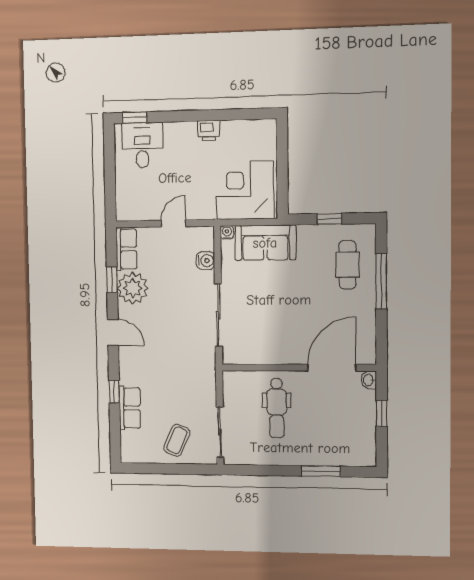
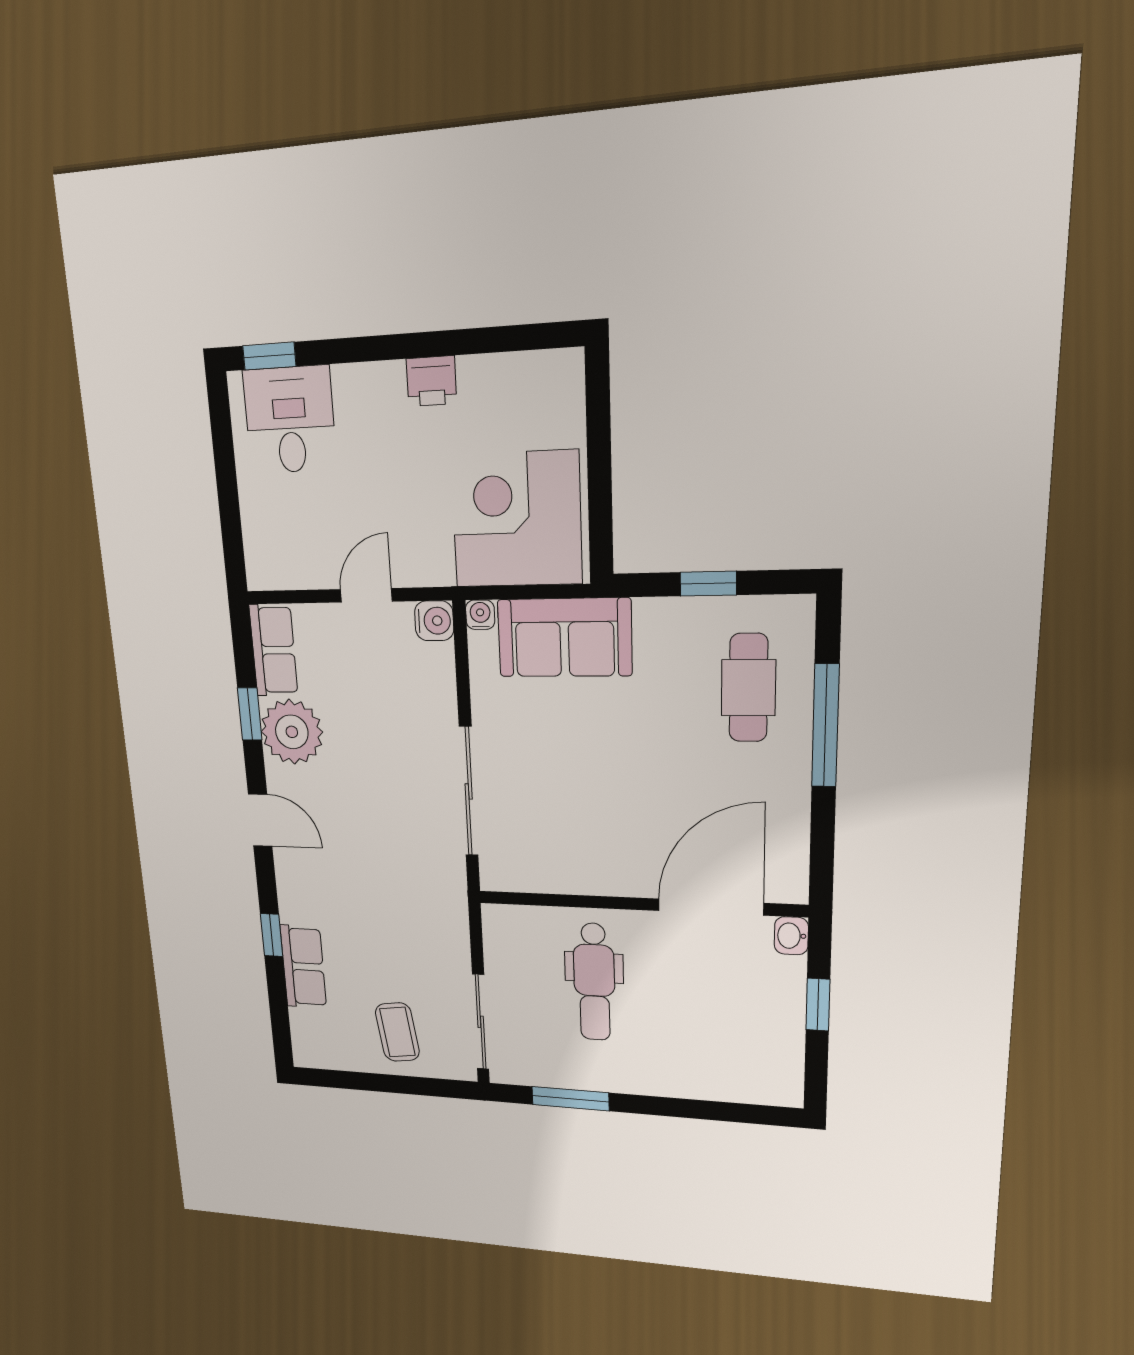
water cooler: (206, 261) -> (434, 621), moved
coffee table: (177, 440) -> (397, 1032), turned -32
window: (321, 471) -> (570, 1099), moved

